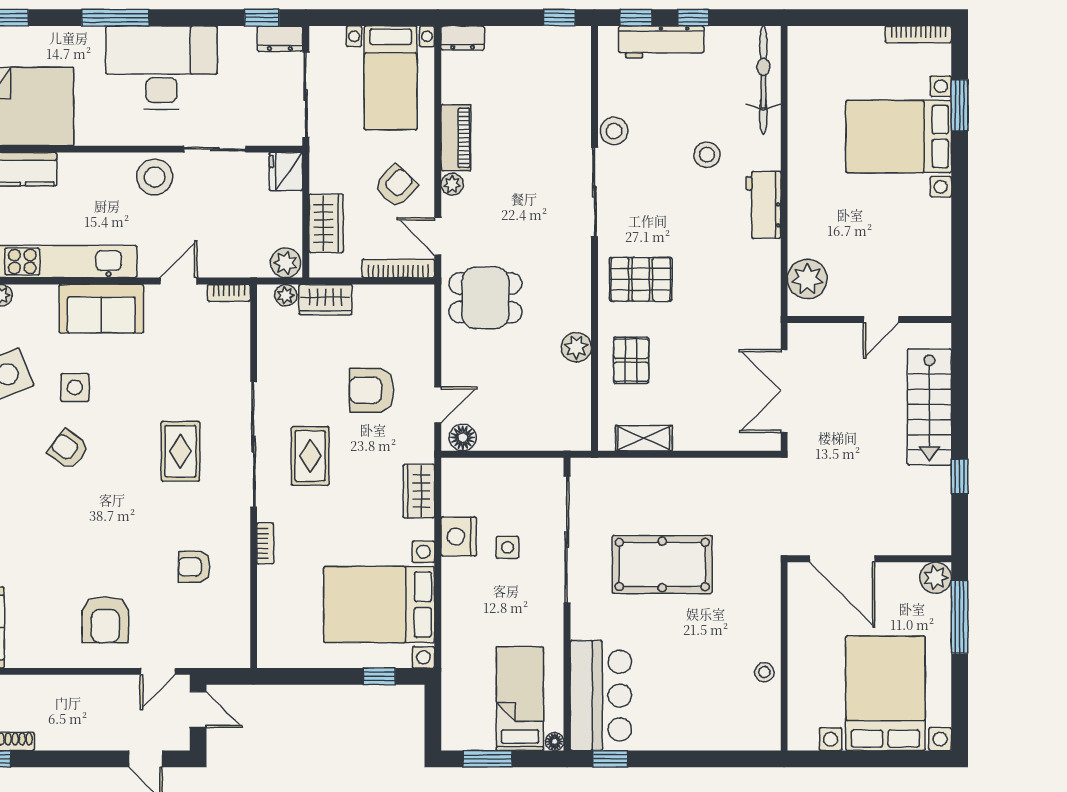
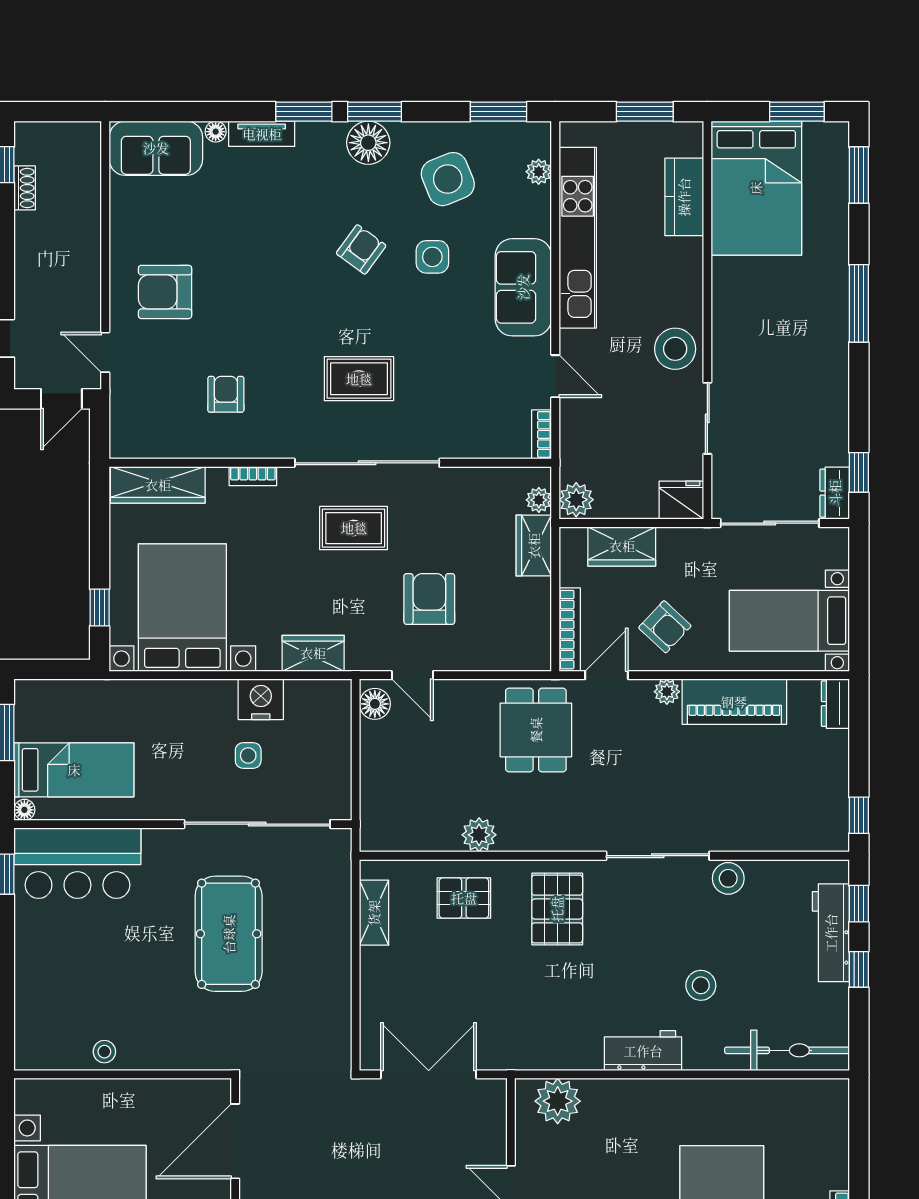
desk: (161, 68) -> (801, 357), removed
piano: (456, 138) -> (734, 702), width x1.37, depth x1.33
wardrobe: (273, 626) -> (158, 485), added

